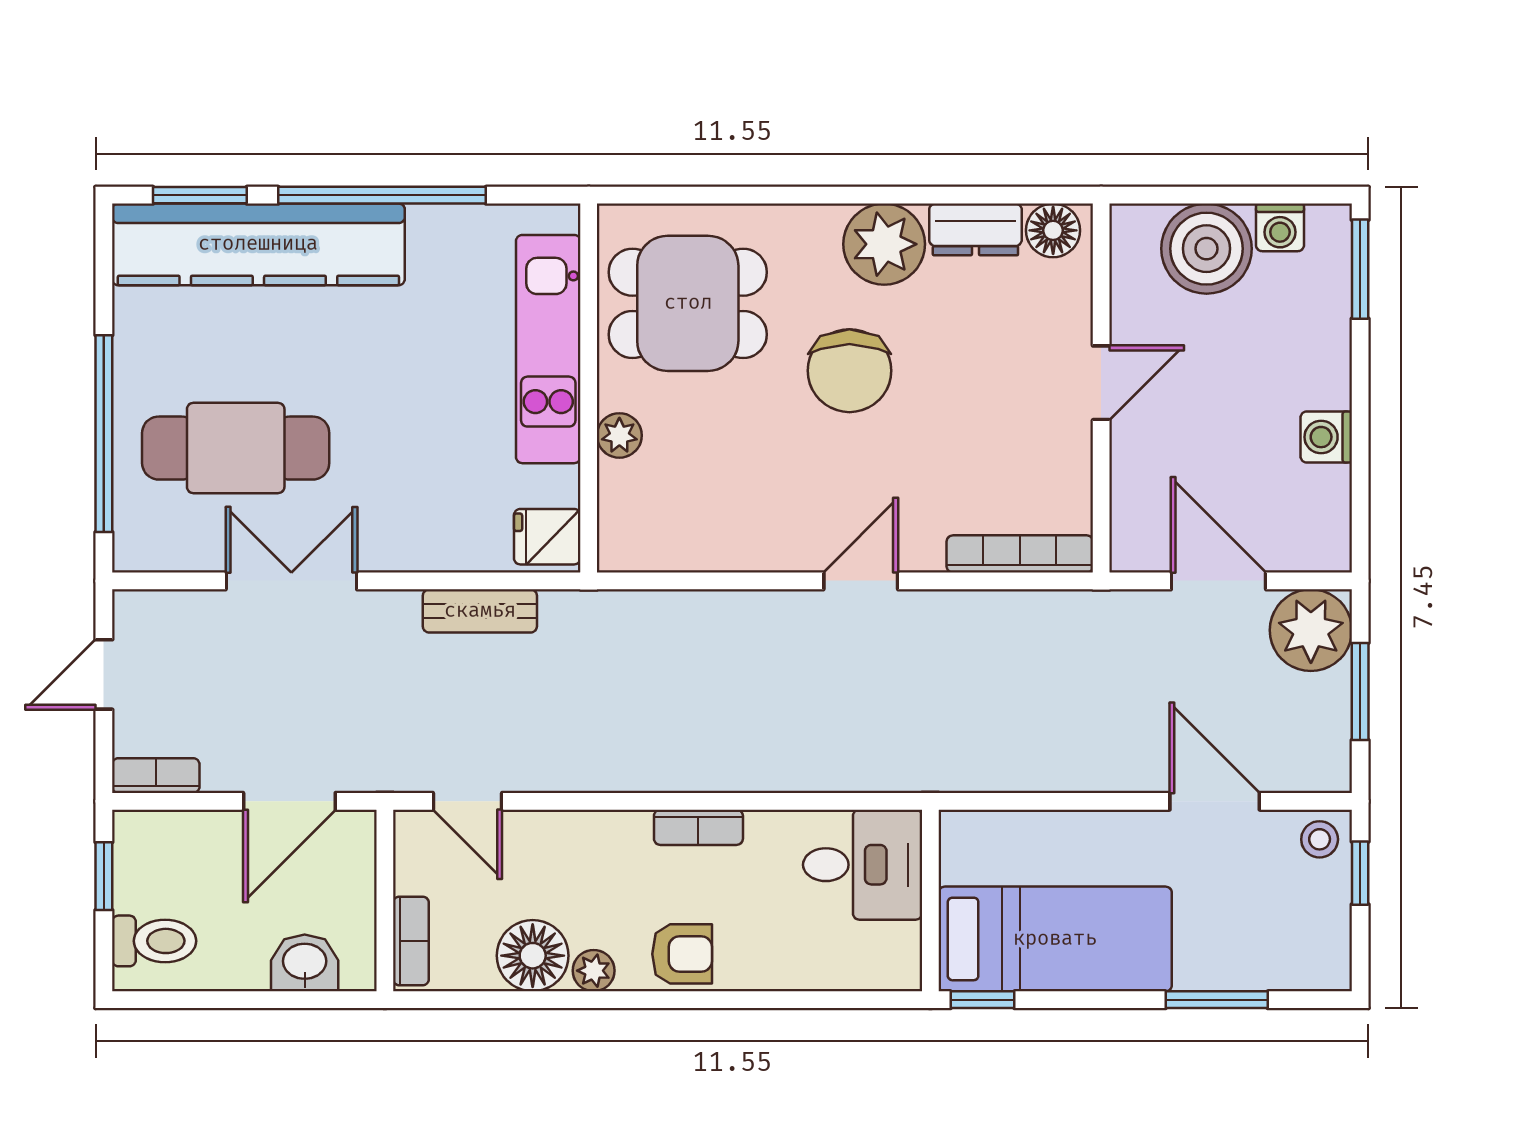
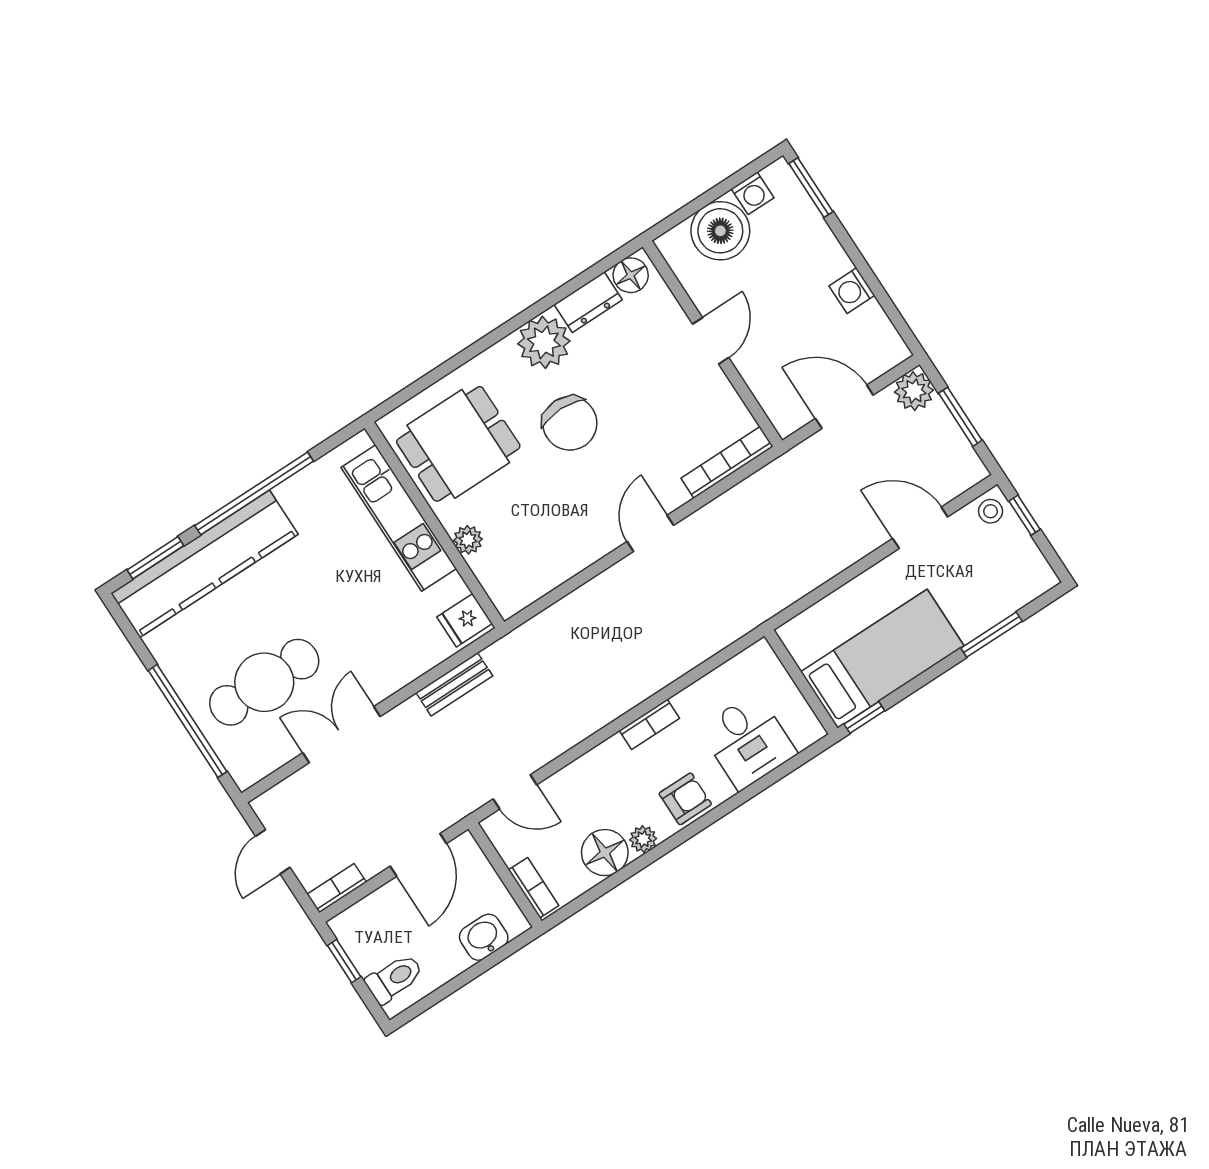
plant: (1311, 630) -> (914, 391), width x0.73, depth x0.73
desk: (863, 865) -> (748, 741), moved, turned 90

